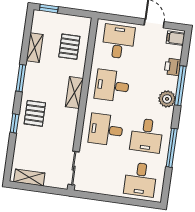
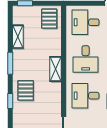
desk: (118, 42) -> (86, 22), turned -90
pallet: (69, 47) -> (49, 19), moved
desk: (112, 86) -> (86, 59), turned -90

